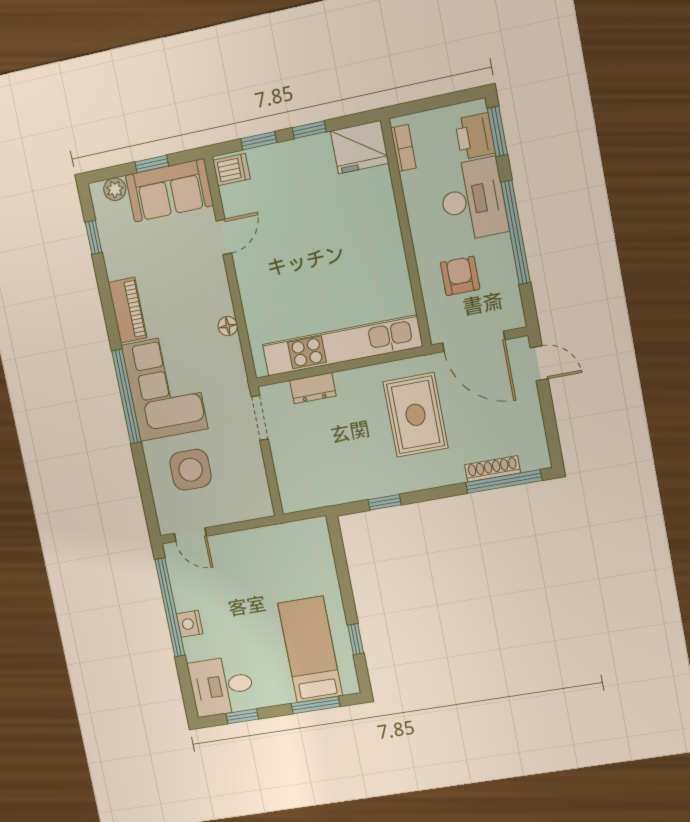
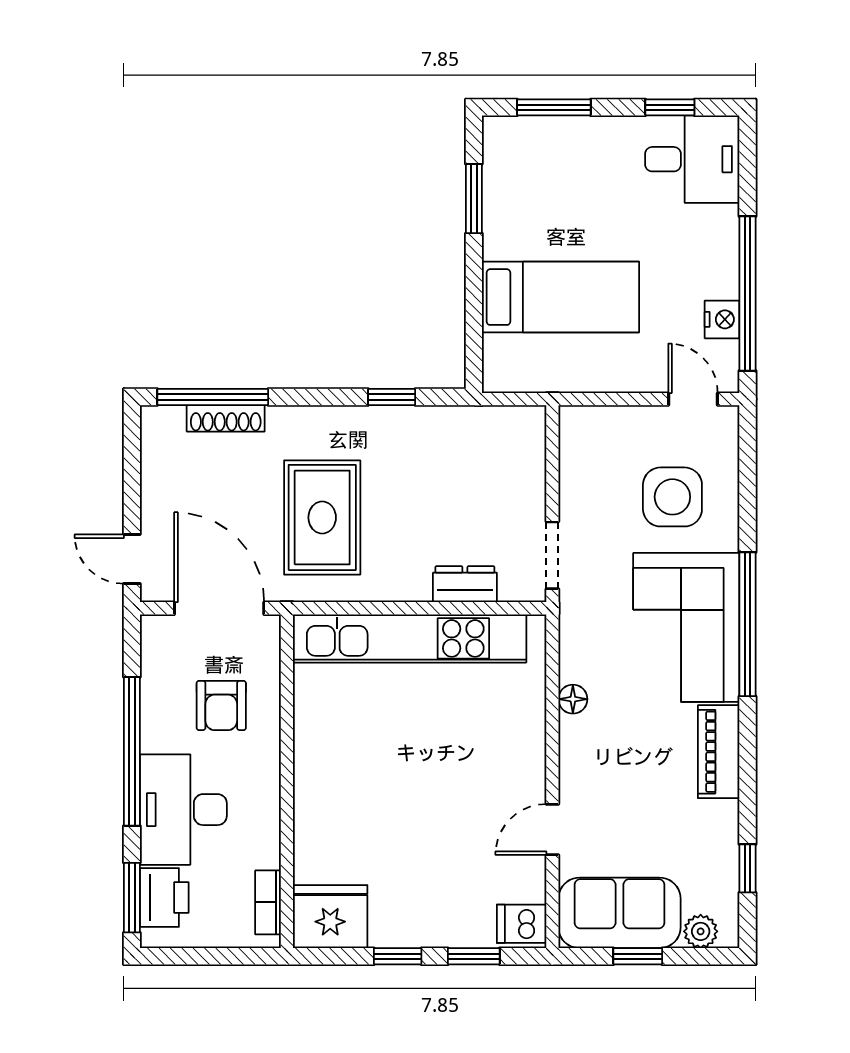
nightstand: (190, 624) -> (722, 319), moved
window: (356, 639) -> (474, 199), width x1.50
bed: (310, 649) -> (561, 297), moved, turned -90

